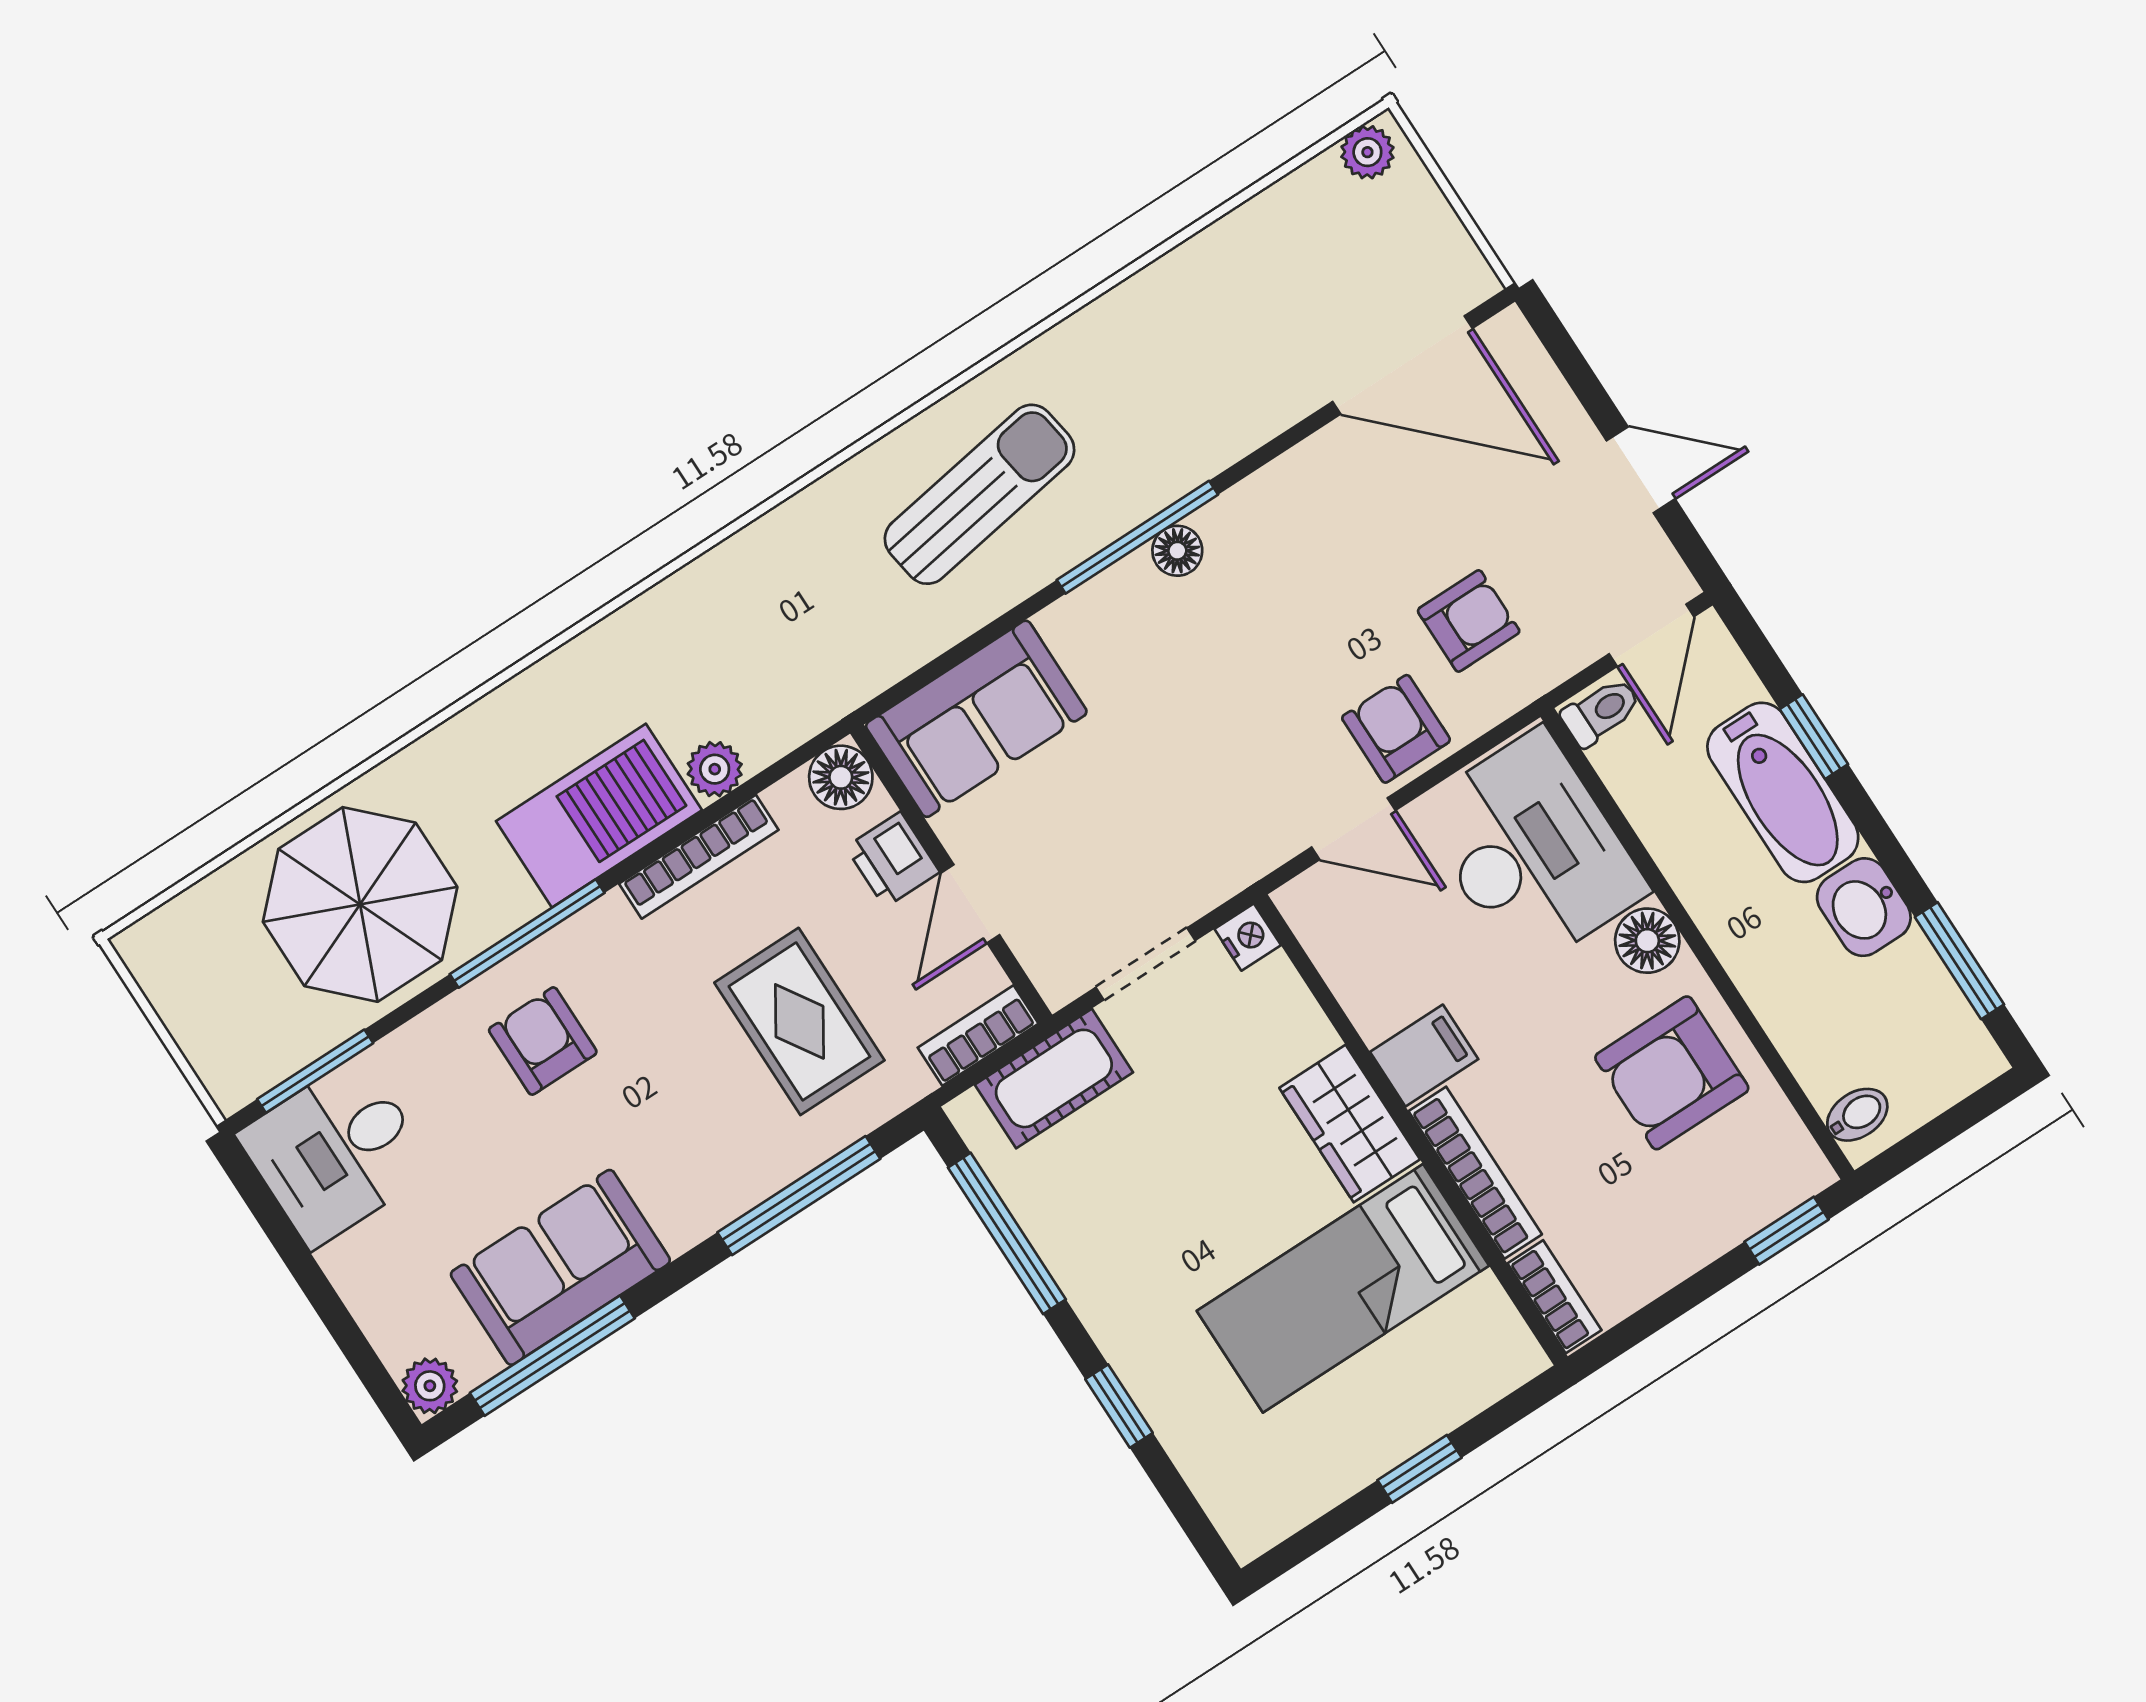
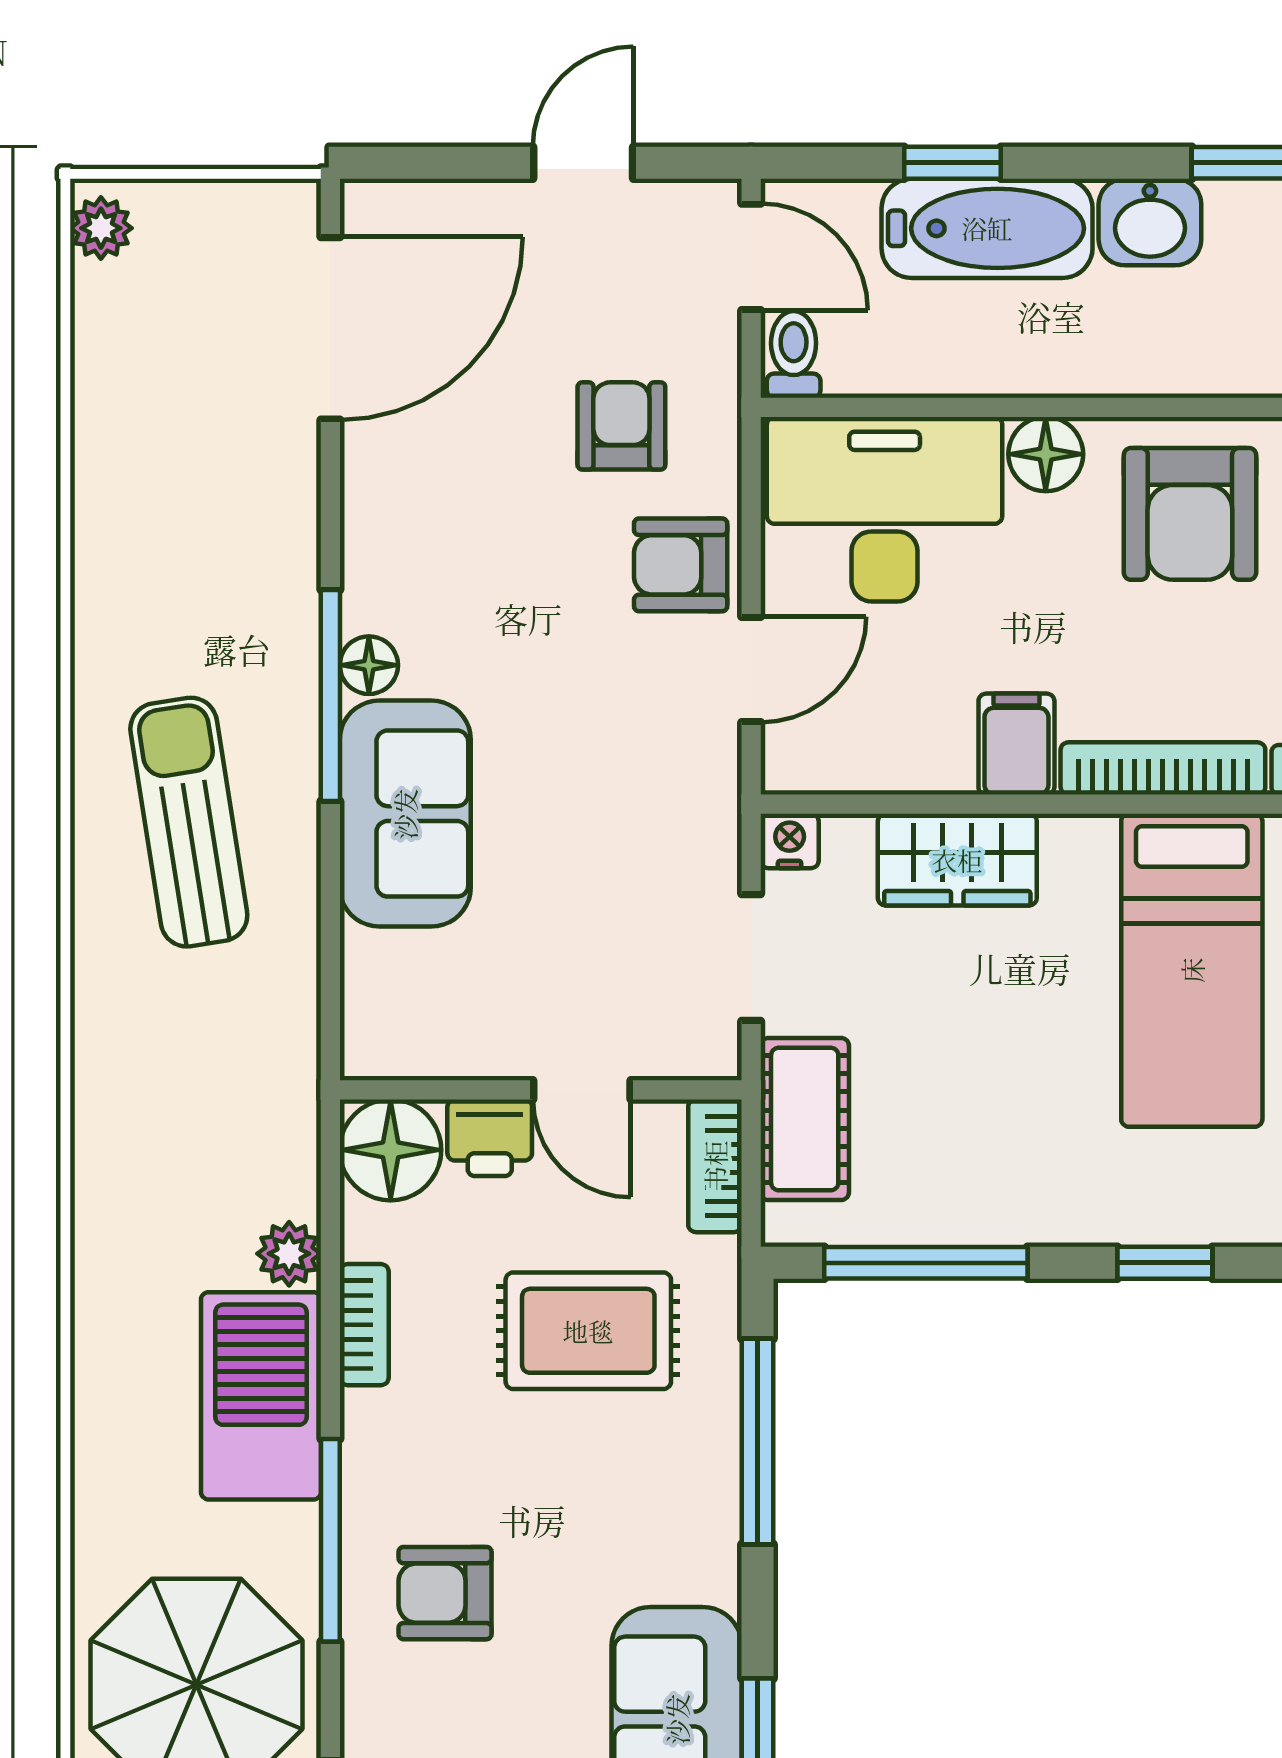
sofa: (976, 719) -> (405, 814), moved
floor lamp: (841, 777) -> (391, 1150), width x1.38, depth x1.38
bookcase: (699, 857) -> (364, 1325), width x0.64
wardrobe: (1350, 1124) -> (957, 860), moved

